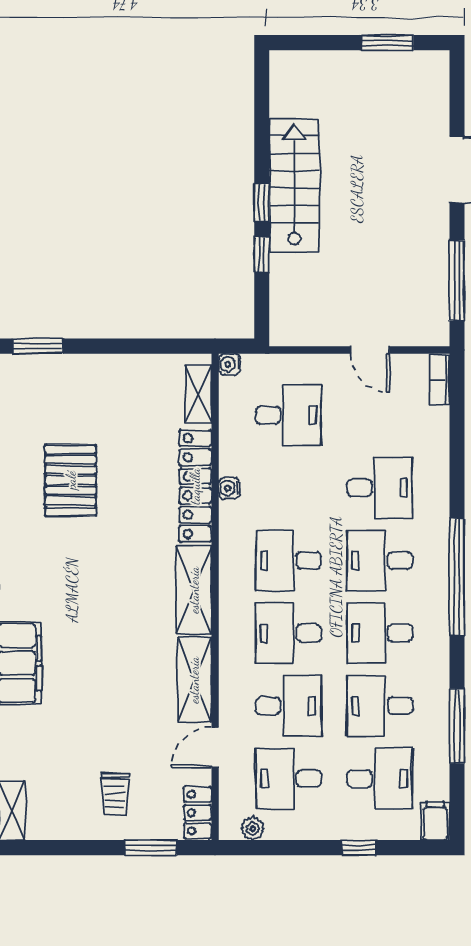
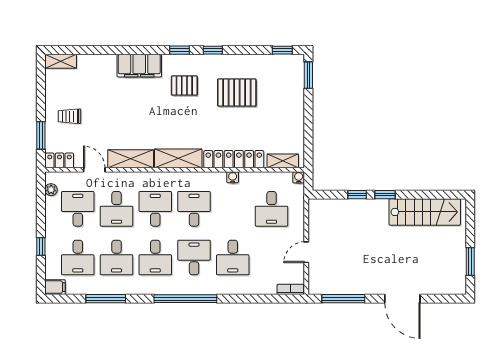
stairs: (294, 185) -> (425, 212), moved
pallet: (57, 579) -> (184, 86), added
desk: (380, 633) -> (155, 257), turned 180
desk: (380, 706) -> (117, 257), turned 180

